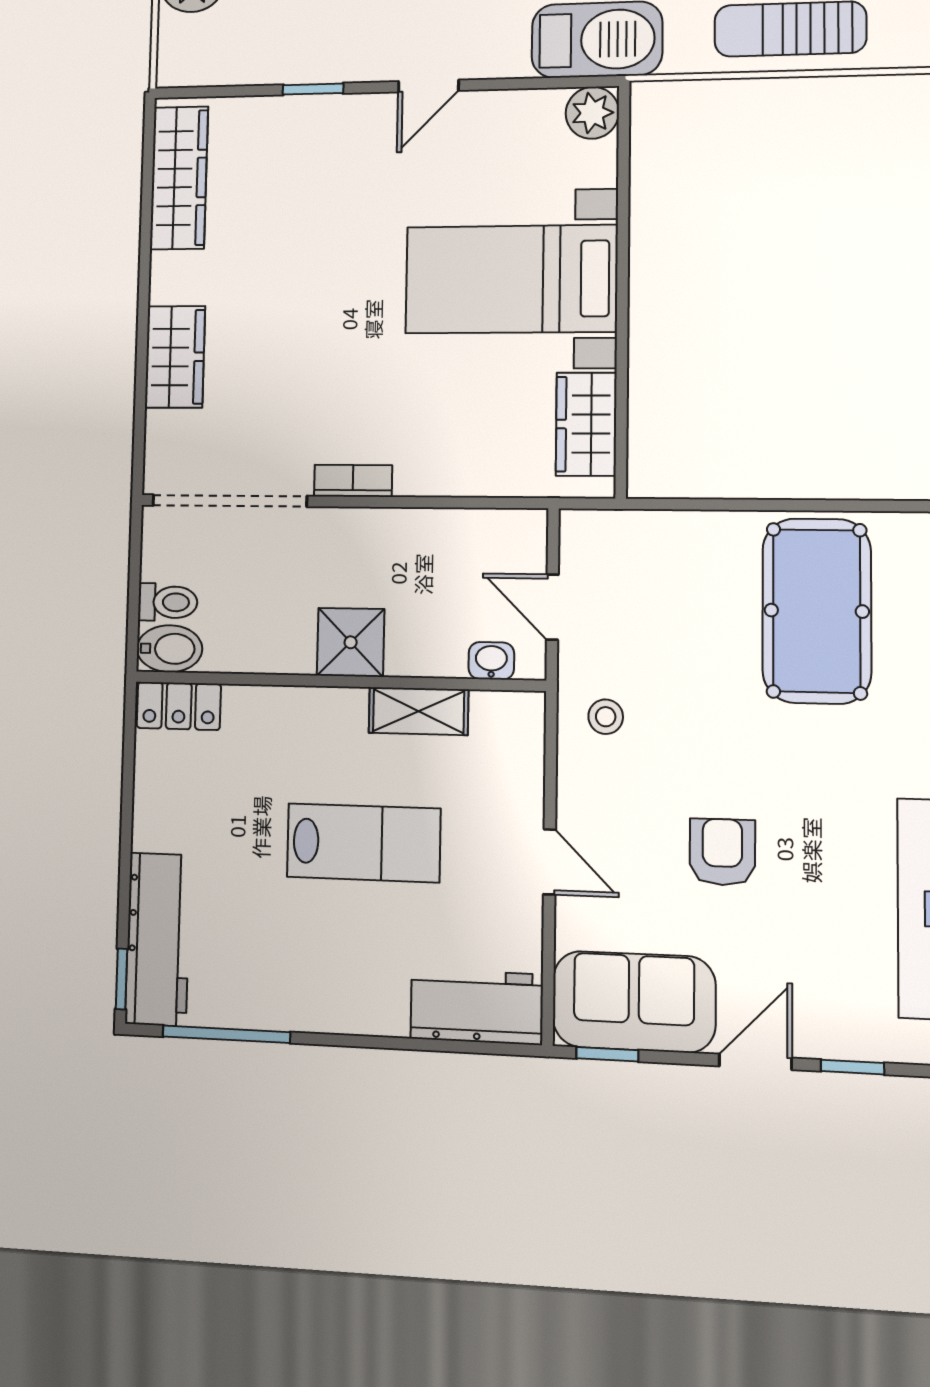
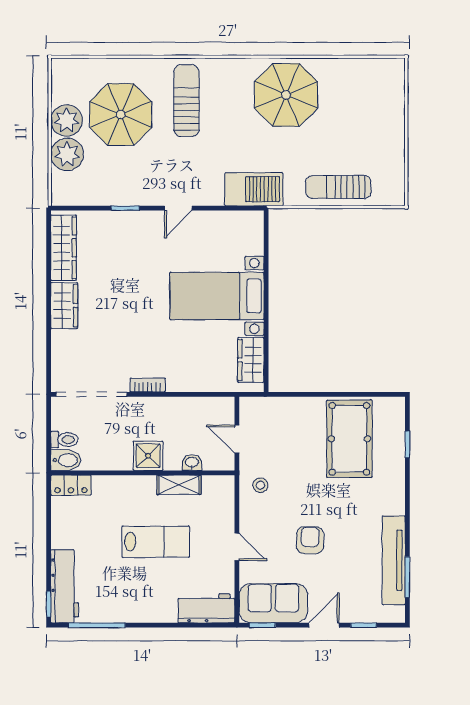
plant: (592, 113) -> (252, 222), removed
wardrobe: (175, 357) -> (64, 306), moved
washbasin: (491, 661) -> (192, 463), moved

